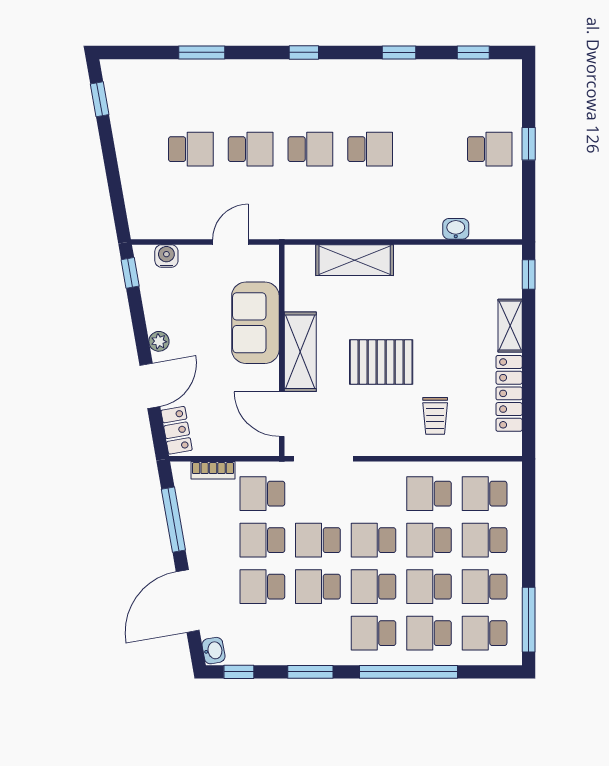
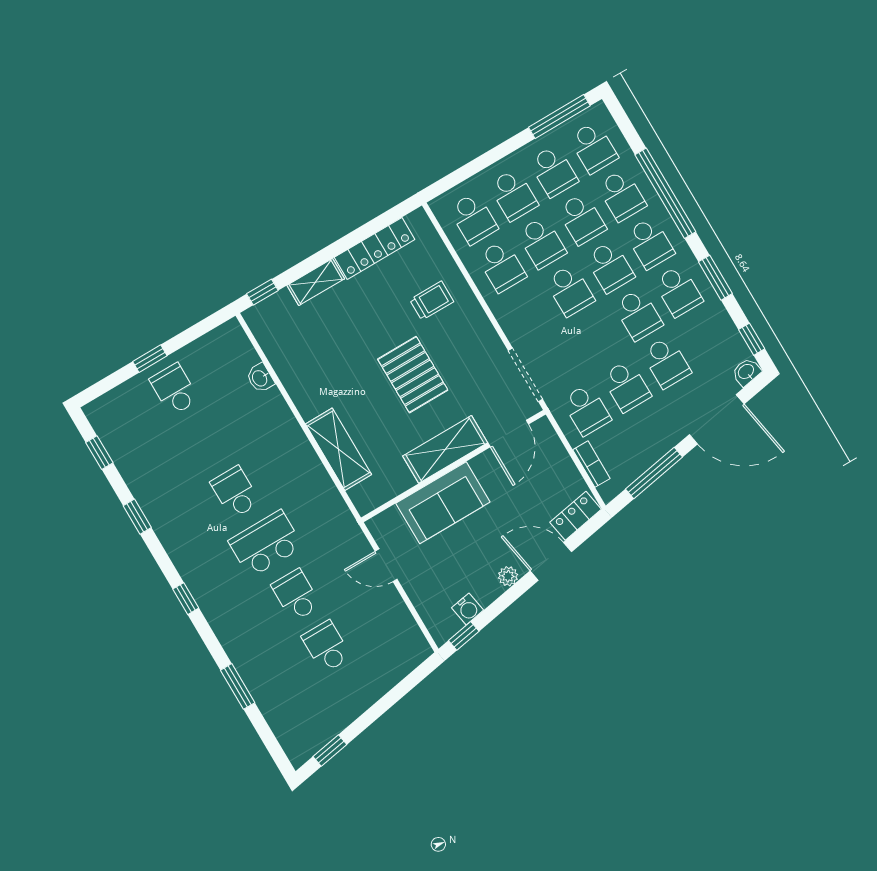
school desk: (310, 149) -> (266, 544), width x1.85
water cooler: (166, 256) -> (468, 609), moved, turned -100
school desk: (318, 540) -> (678, 291), moved

